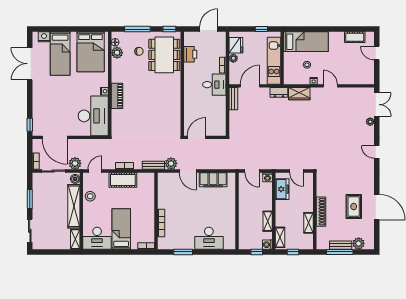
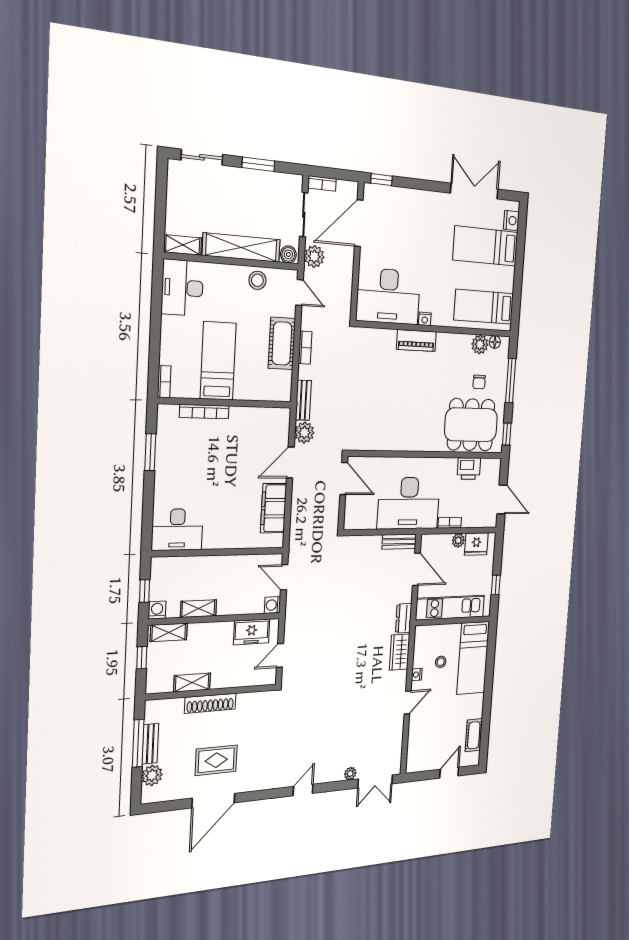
bed: (91, 52) -> (484, 307), width x0.67
desk: (214, 85) -> (409, 503), width x1.87, depth x1.30
door: (252, 171) -> (284, 577), hinge flipped
bed: (121, 229) -> (218, 361), moved, turned -90
desk: (209, 238) -> (177, 530), moved, turned -90

